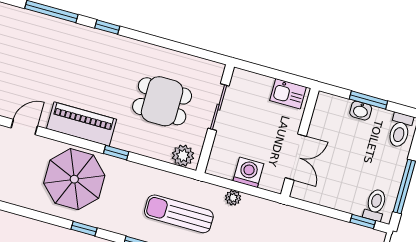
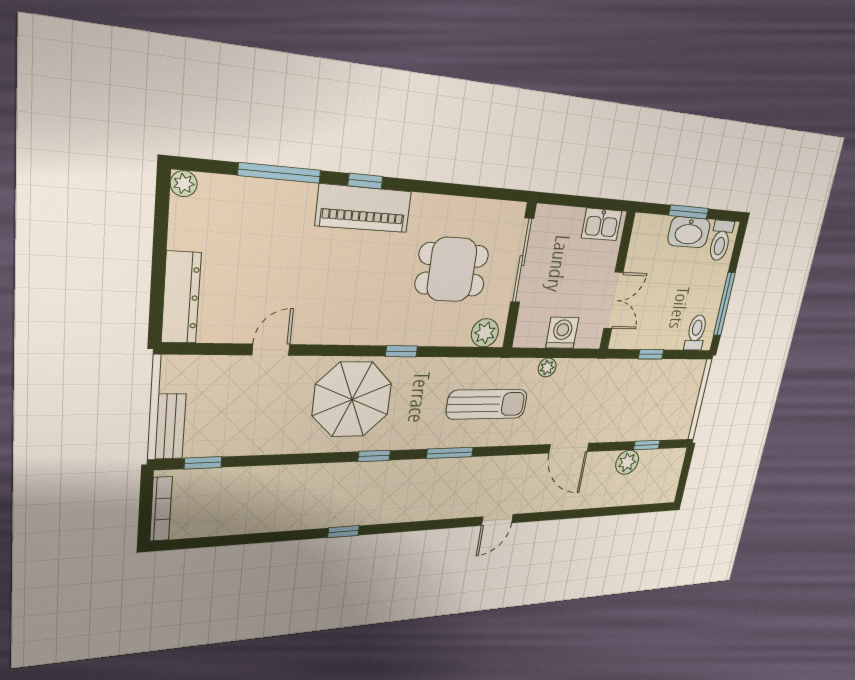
sliding door: (218, 107) -> (522, 261), width x1.37
washbasin: (361, 111) -> (689, 232), width x1.91, depth x1.45
piano: (82, 124) -> (364, 208), moved, turned 180
sun lounger: (179, 214) -> (487, 404), turned 180
window: (363, 222) -> (651, 354), moved

